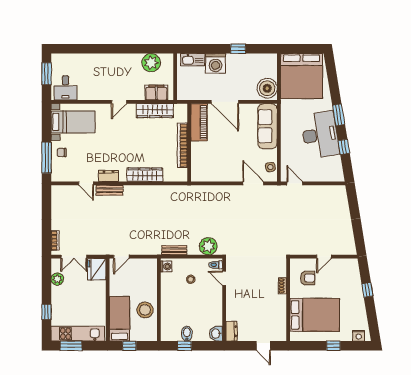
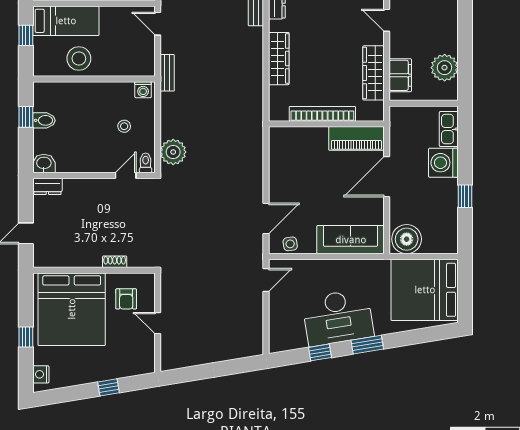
bench: (174, 250) -> (167, 73), moved
bed: (315, 315) -> (72, 309), width x1.36

